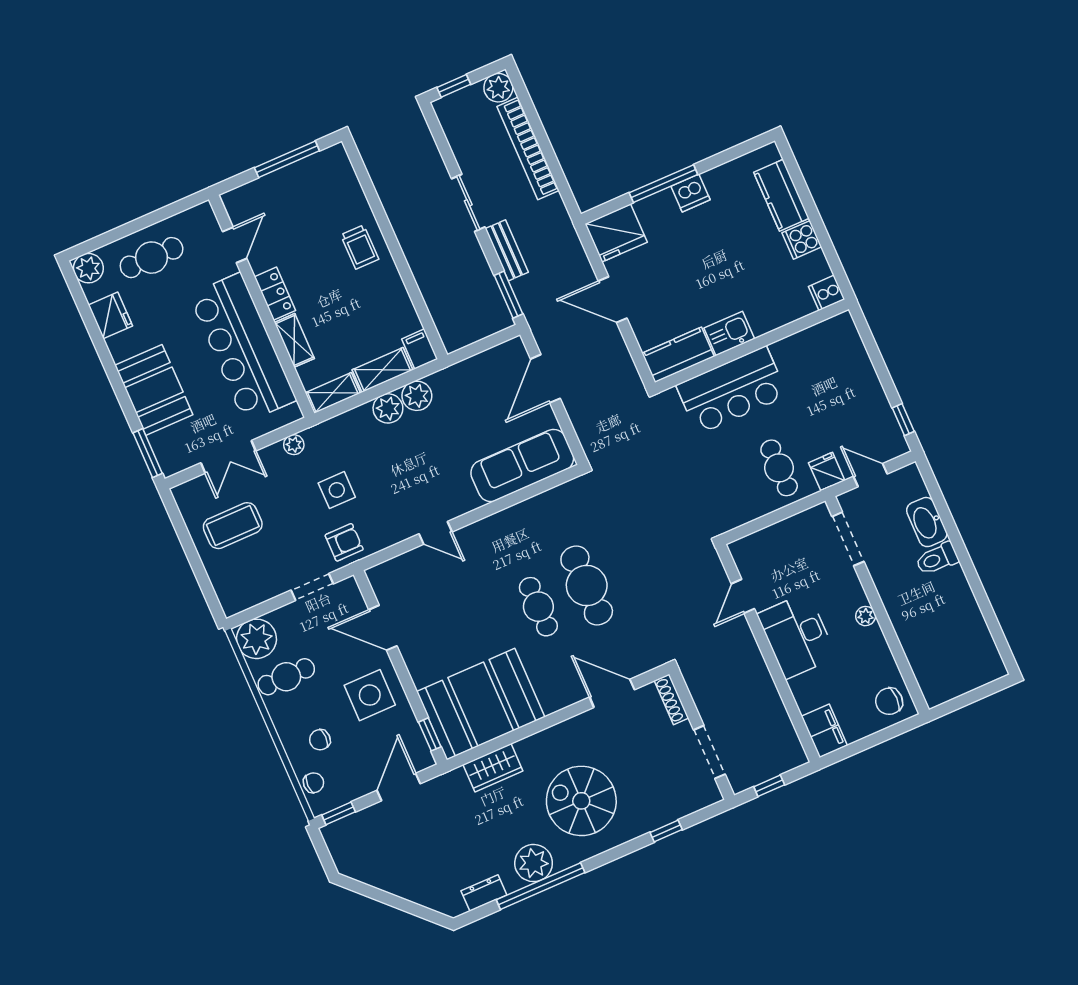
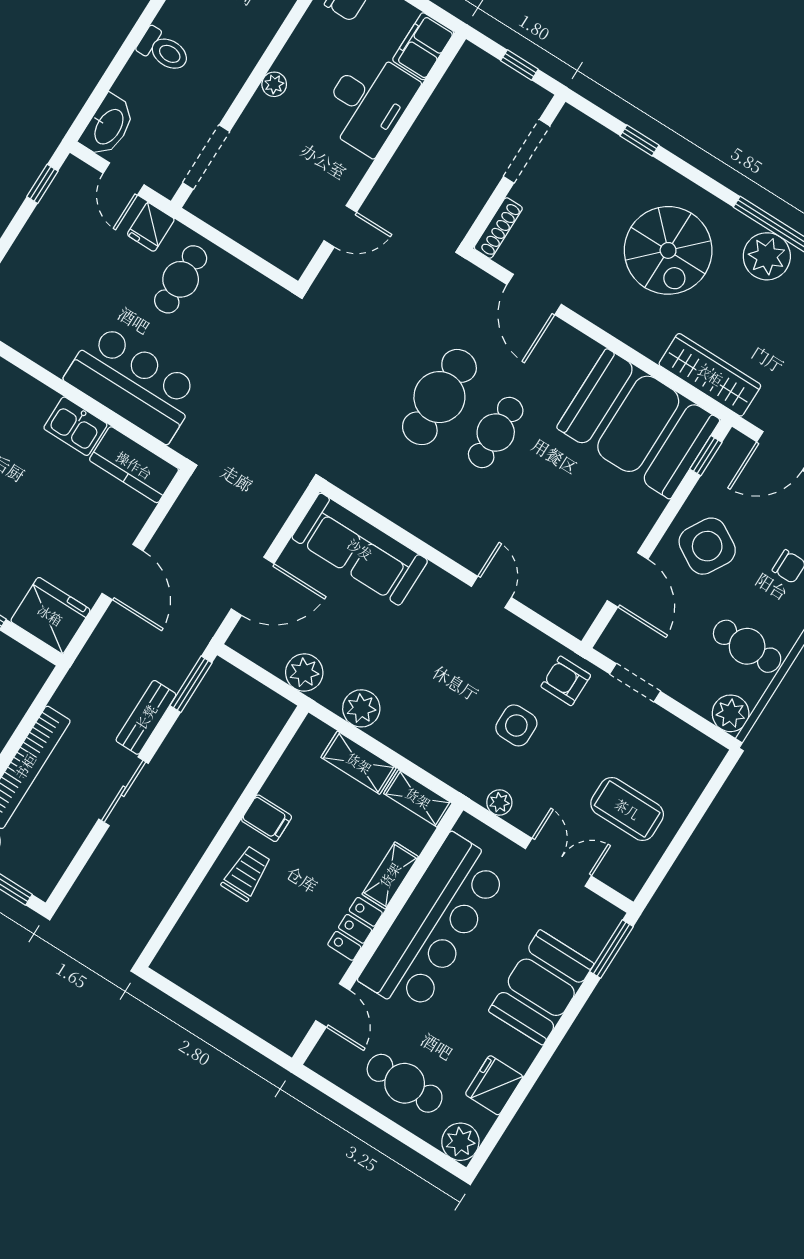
window: (287, 159) -> (206, 1011), removed
door: (235, 245) -> (333, 1005), swing flipped
filing cabinet: (420, 349) -> (267, 818), moved, turned -90
plant: (388, 408) -> (304, 673), moved
washbasin: (927, 522) -> (108, 126), moved
desk: (797, 636) -> (368, 103), moved
plant: (256, 639) -> (731, 713), width x0.73, depth x0.73
side table: (370, 695) -> (707, 546), turned 30
wardrobe: (493, 768) -> (710, 375), width x1.50

